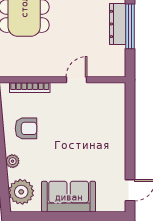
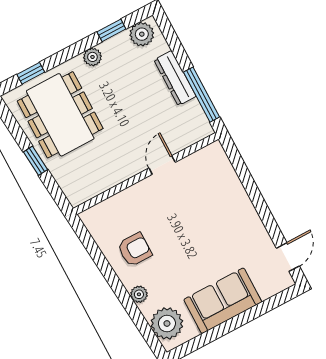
window: (130, 26) -> (201, 95), moved
bookcase: (30, 87) -> (114, 202), removed

